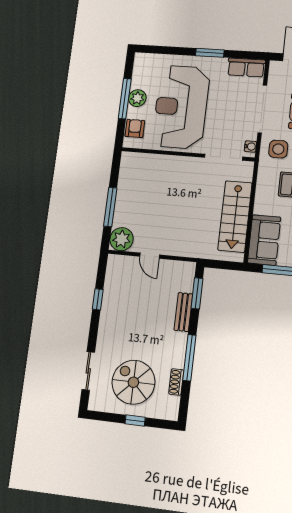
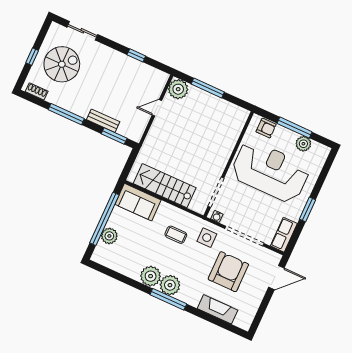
plant: (137, 98) -> (303, 144), moved
shoe rack: (176, 382) -> (37, 91), moved

